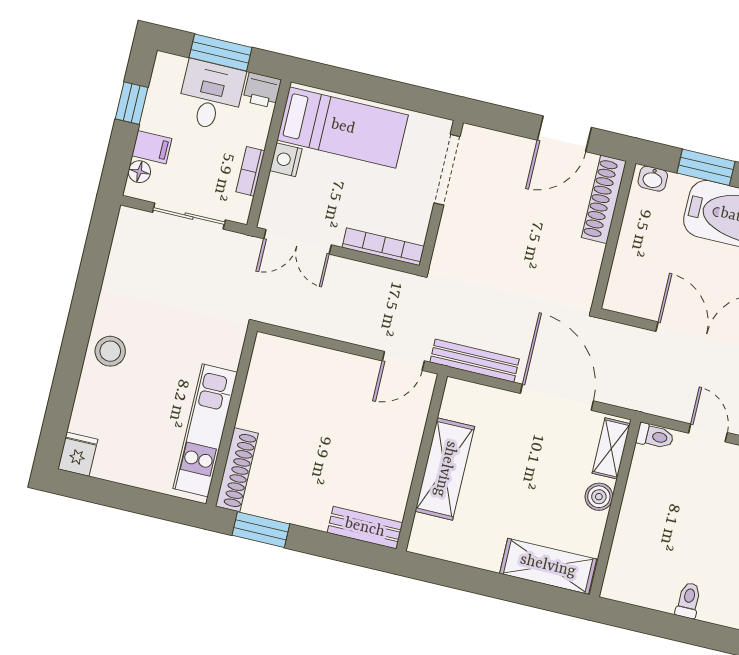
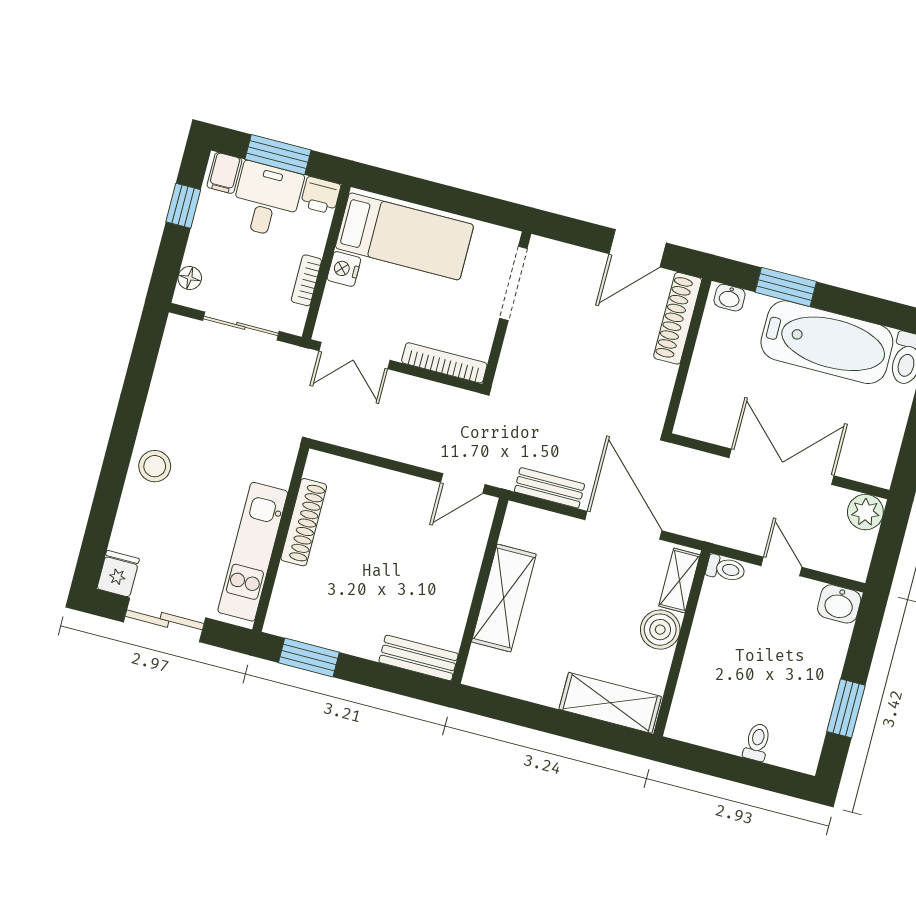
filing cabinet: (152, 147) -> (224, 173), moved, turned 90
bench: (475, 361) -> (549, 488), width x0.73
shoe rack: (237, 470) -> (304, 522), moved
sliding door: (123, 497) -> (165, 620), added
boiler: (599, 497) -> (660, 630), width x1.36, depth x1.36

